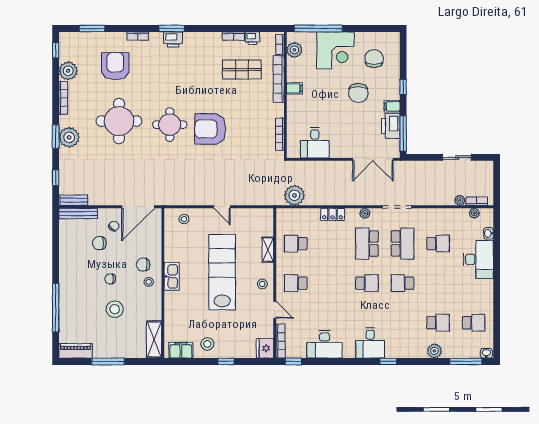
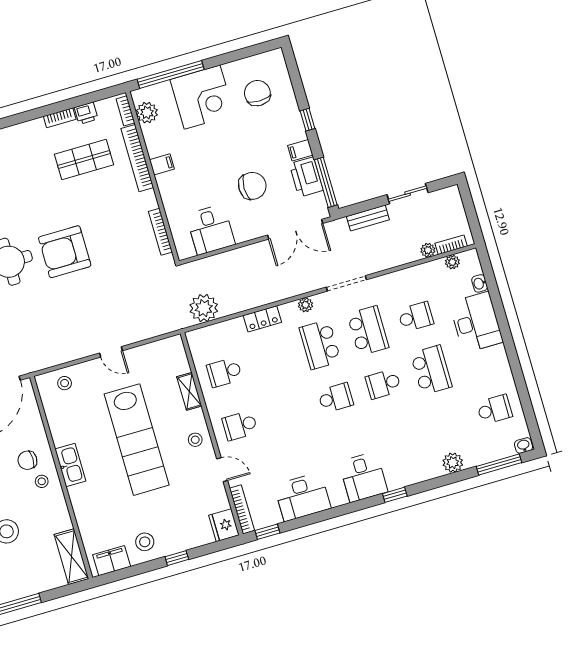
chair: (358, 93) -> (252, 186), moved, turned -90
bench: (425, 166) -> (368, 218), added
lab bench: (222, 272) -> (137, 440), turned 180
school desk: (438, 323) -> (431, 370), moved, width x1.85

